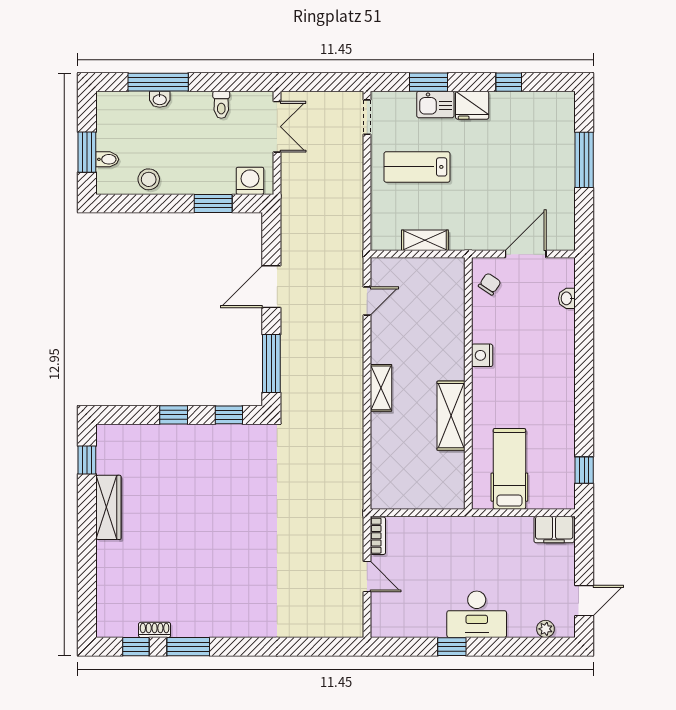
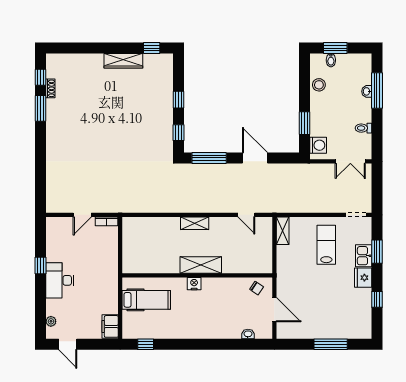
shelving: (425, 240) -> (283, 231), moved
nightstand: (482, 355) -> (194, 284), moved
shelving: (451, 416) -> (201, 265), moved

